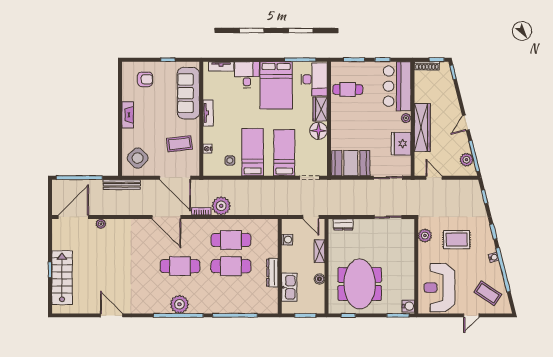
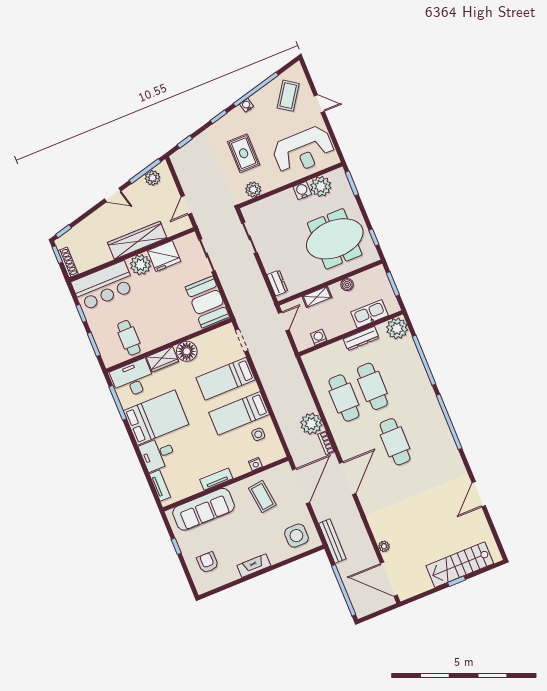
plant: (406, 118) -> (141, 265), width x1.87, depth x1.87
side table: (138, 158) -> (296, 536), turned 45
plant: (406, 290) -> (321, 186), added
plant: (179, 304) -> (397, 328), moved
water cooler: (408, 306) -> (302, 190), moved

